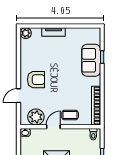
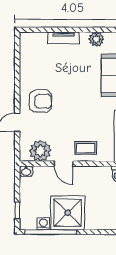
plant: (26, 33) -> (96, 39), moved
door: (53, 127) -> (63, 164), swing flipped

